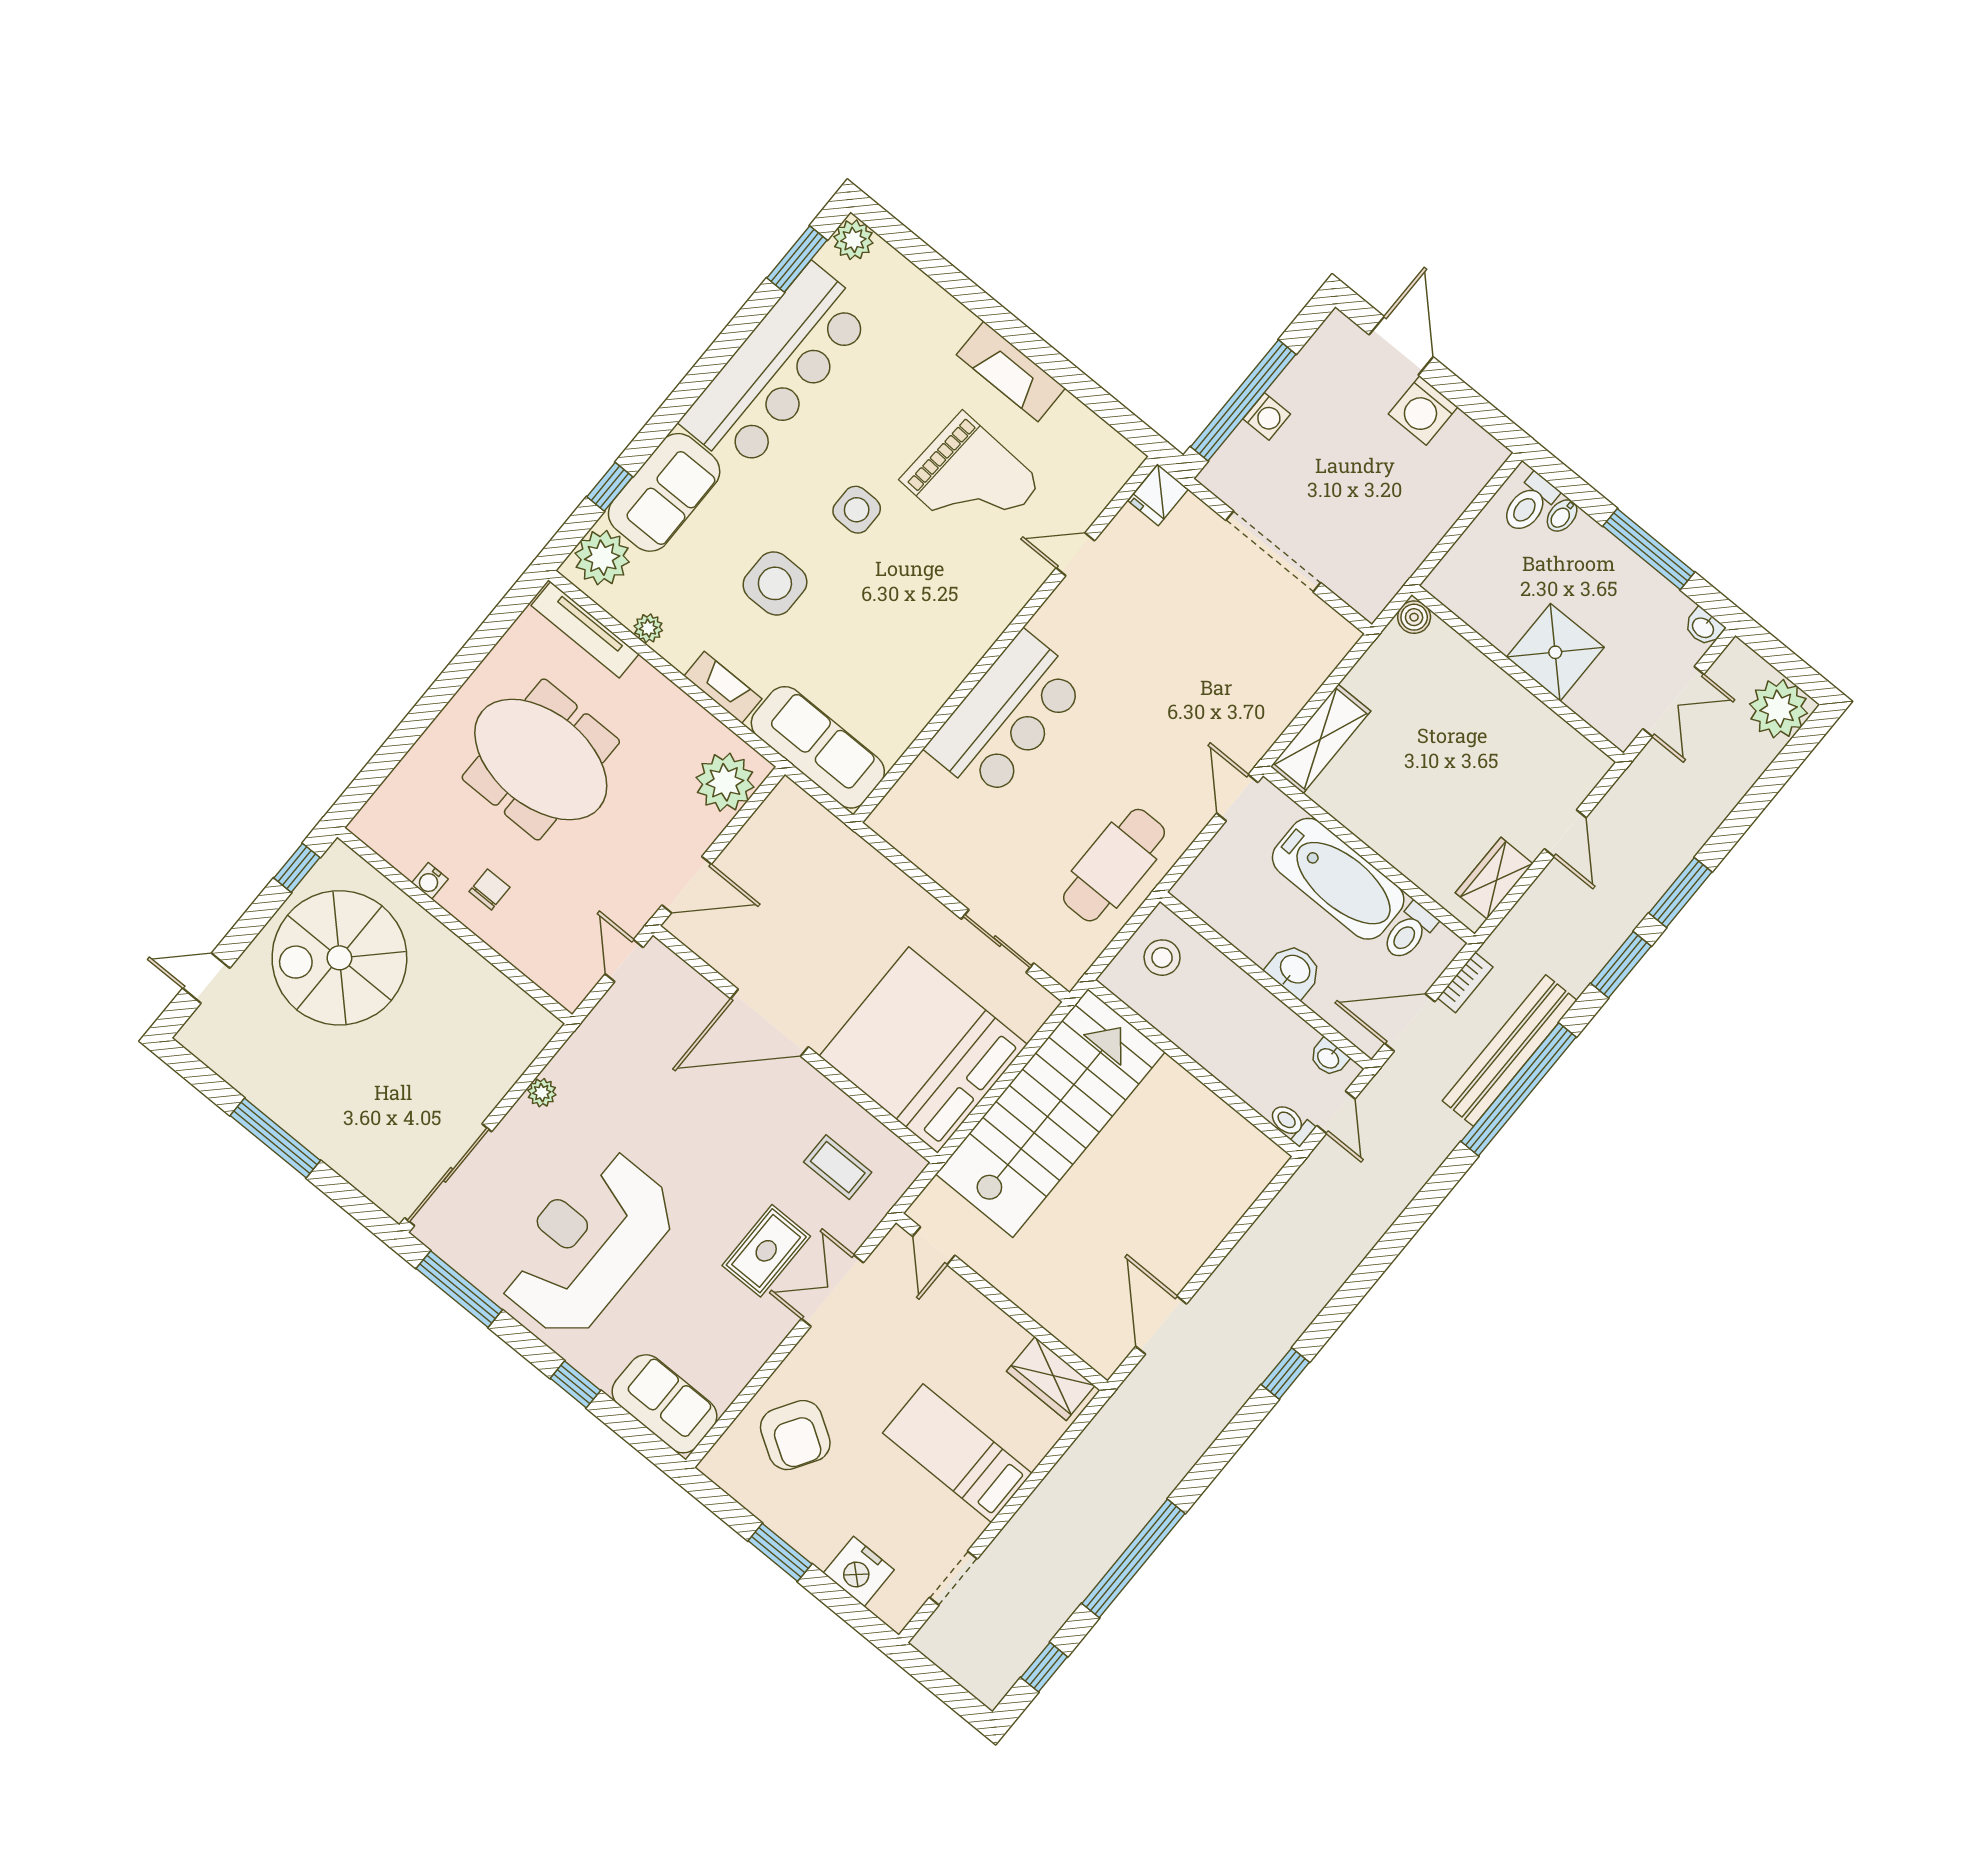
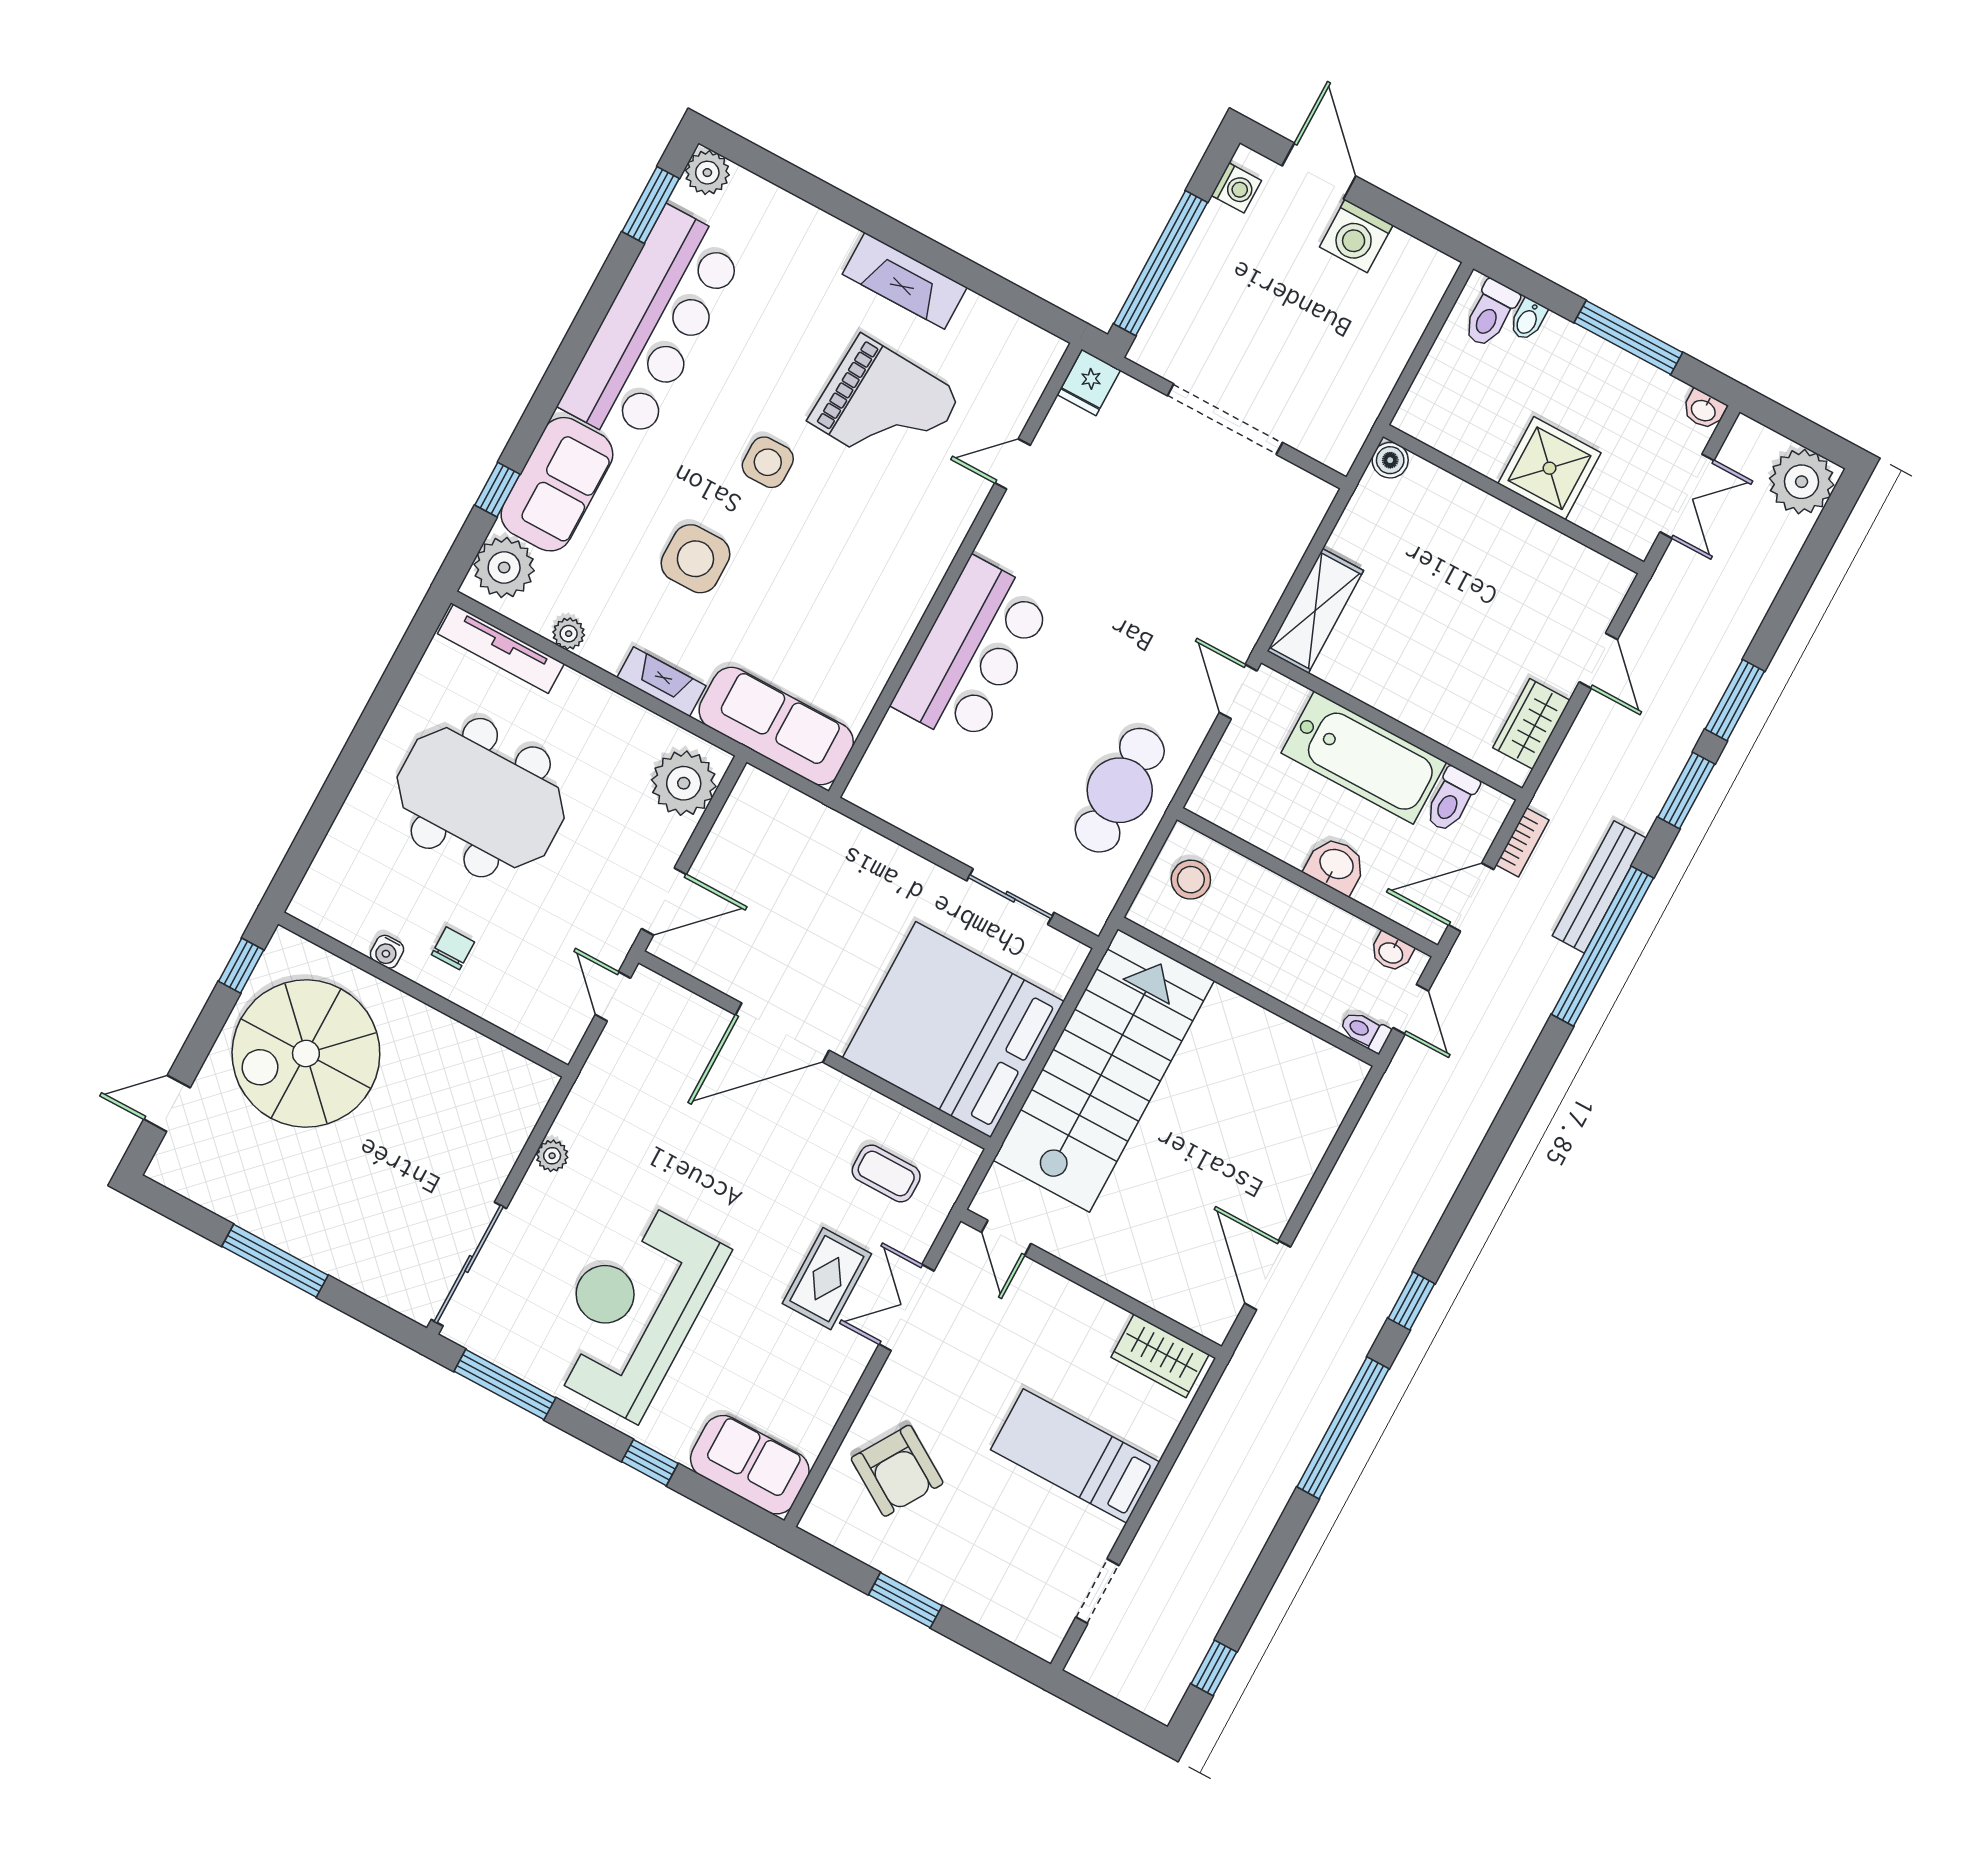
washing machine: (1267, 416) -> (1236, 188), moved
bench: (1510, 1051) -> (1599, 887), width x0.73, depth x0.82
window: (1133, 1558) -> (1343, 1428), moved
nightstand: (859, 1571) -> (994, 1604), removed

